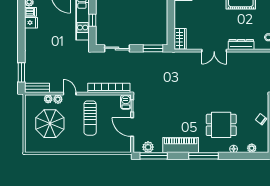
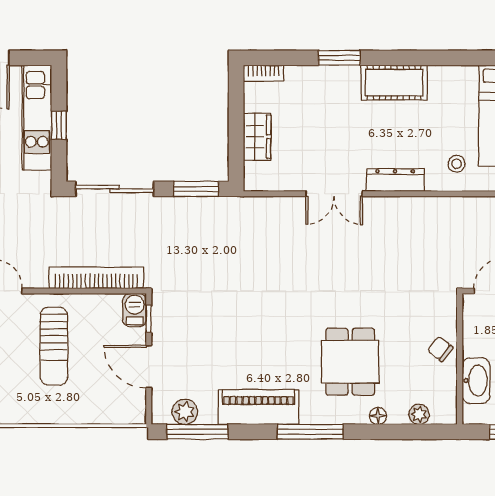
wardrobe: (180, 39) -> (257, 137), moved
sliding door: (117, 48) -> (115, 189), width x1.37
dining table: (221, 125) -> (350, 362), turned 90

